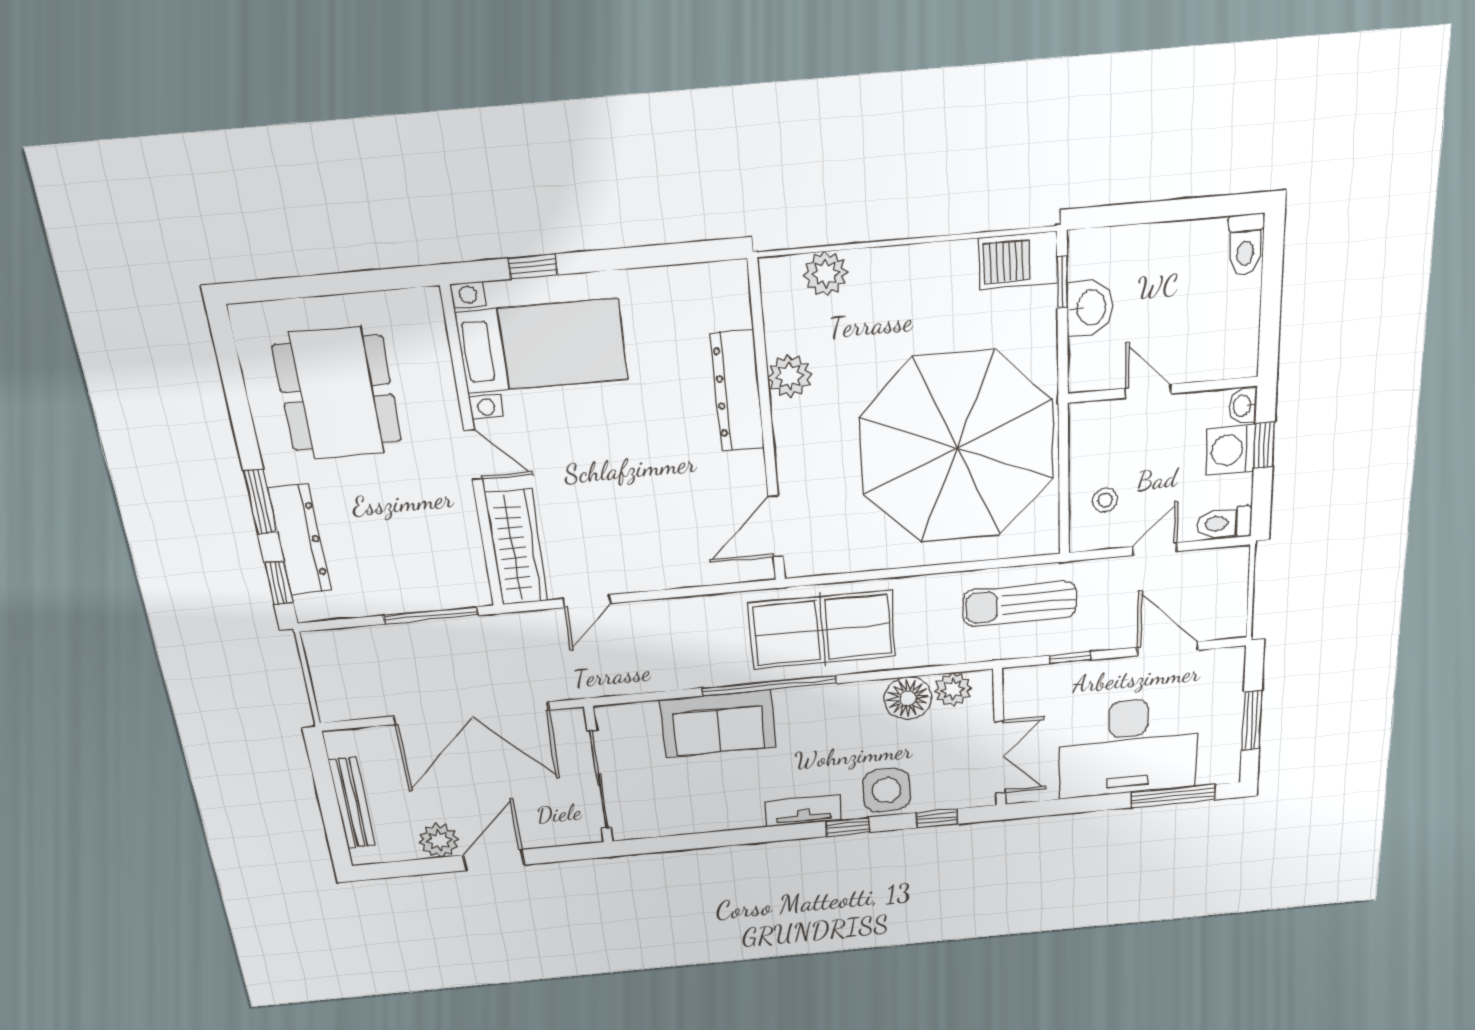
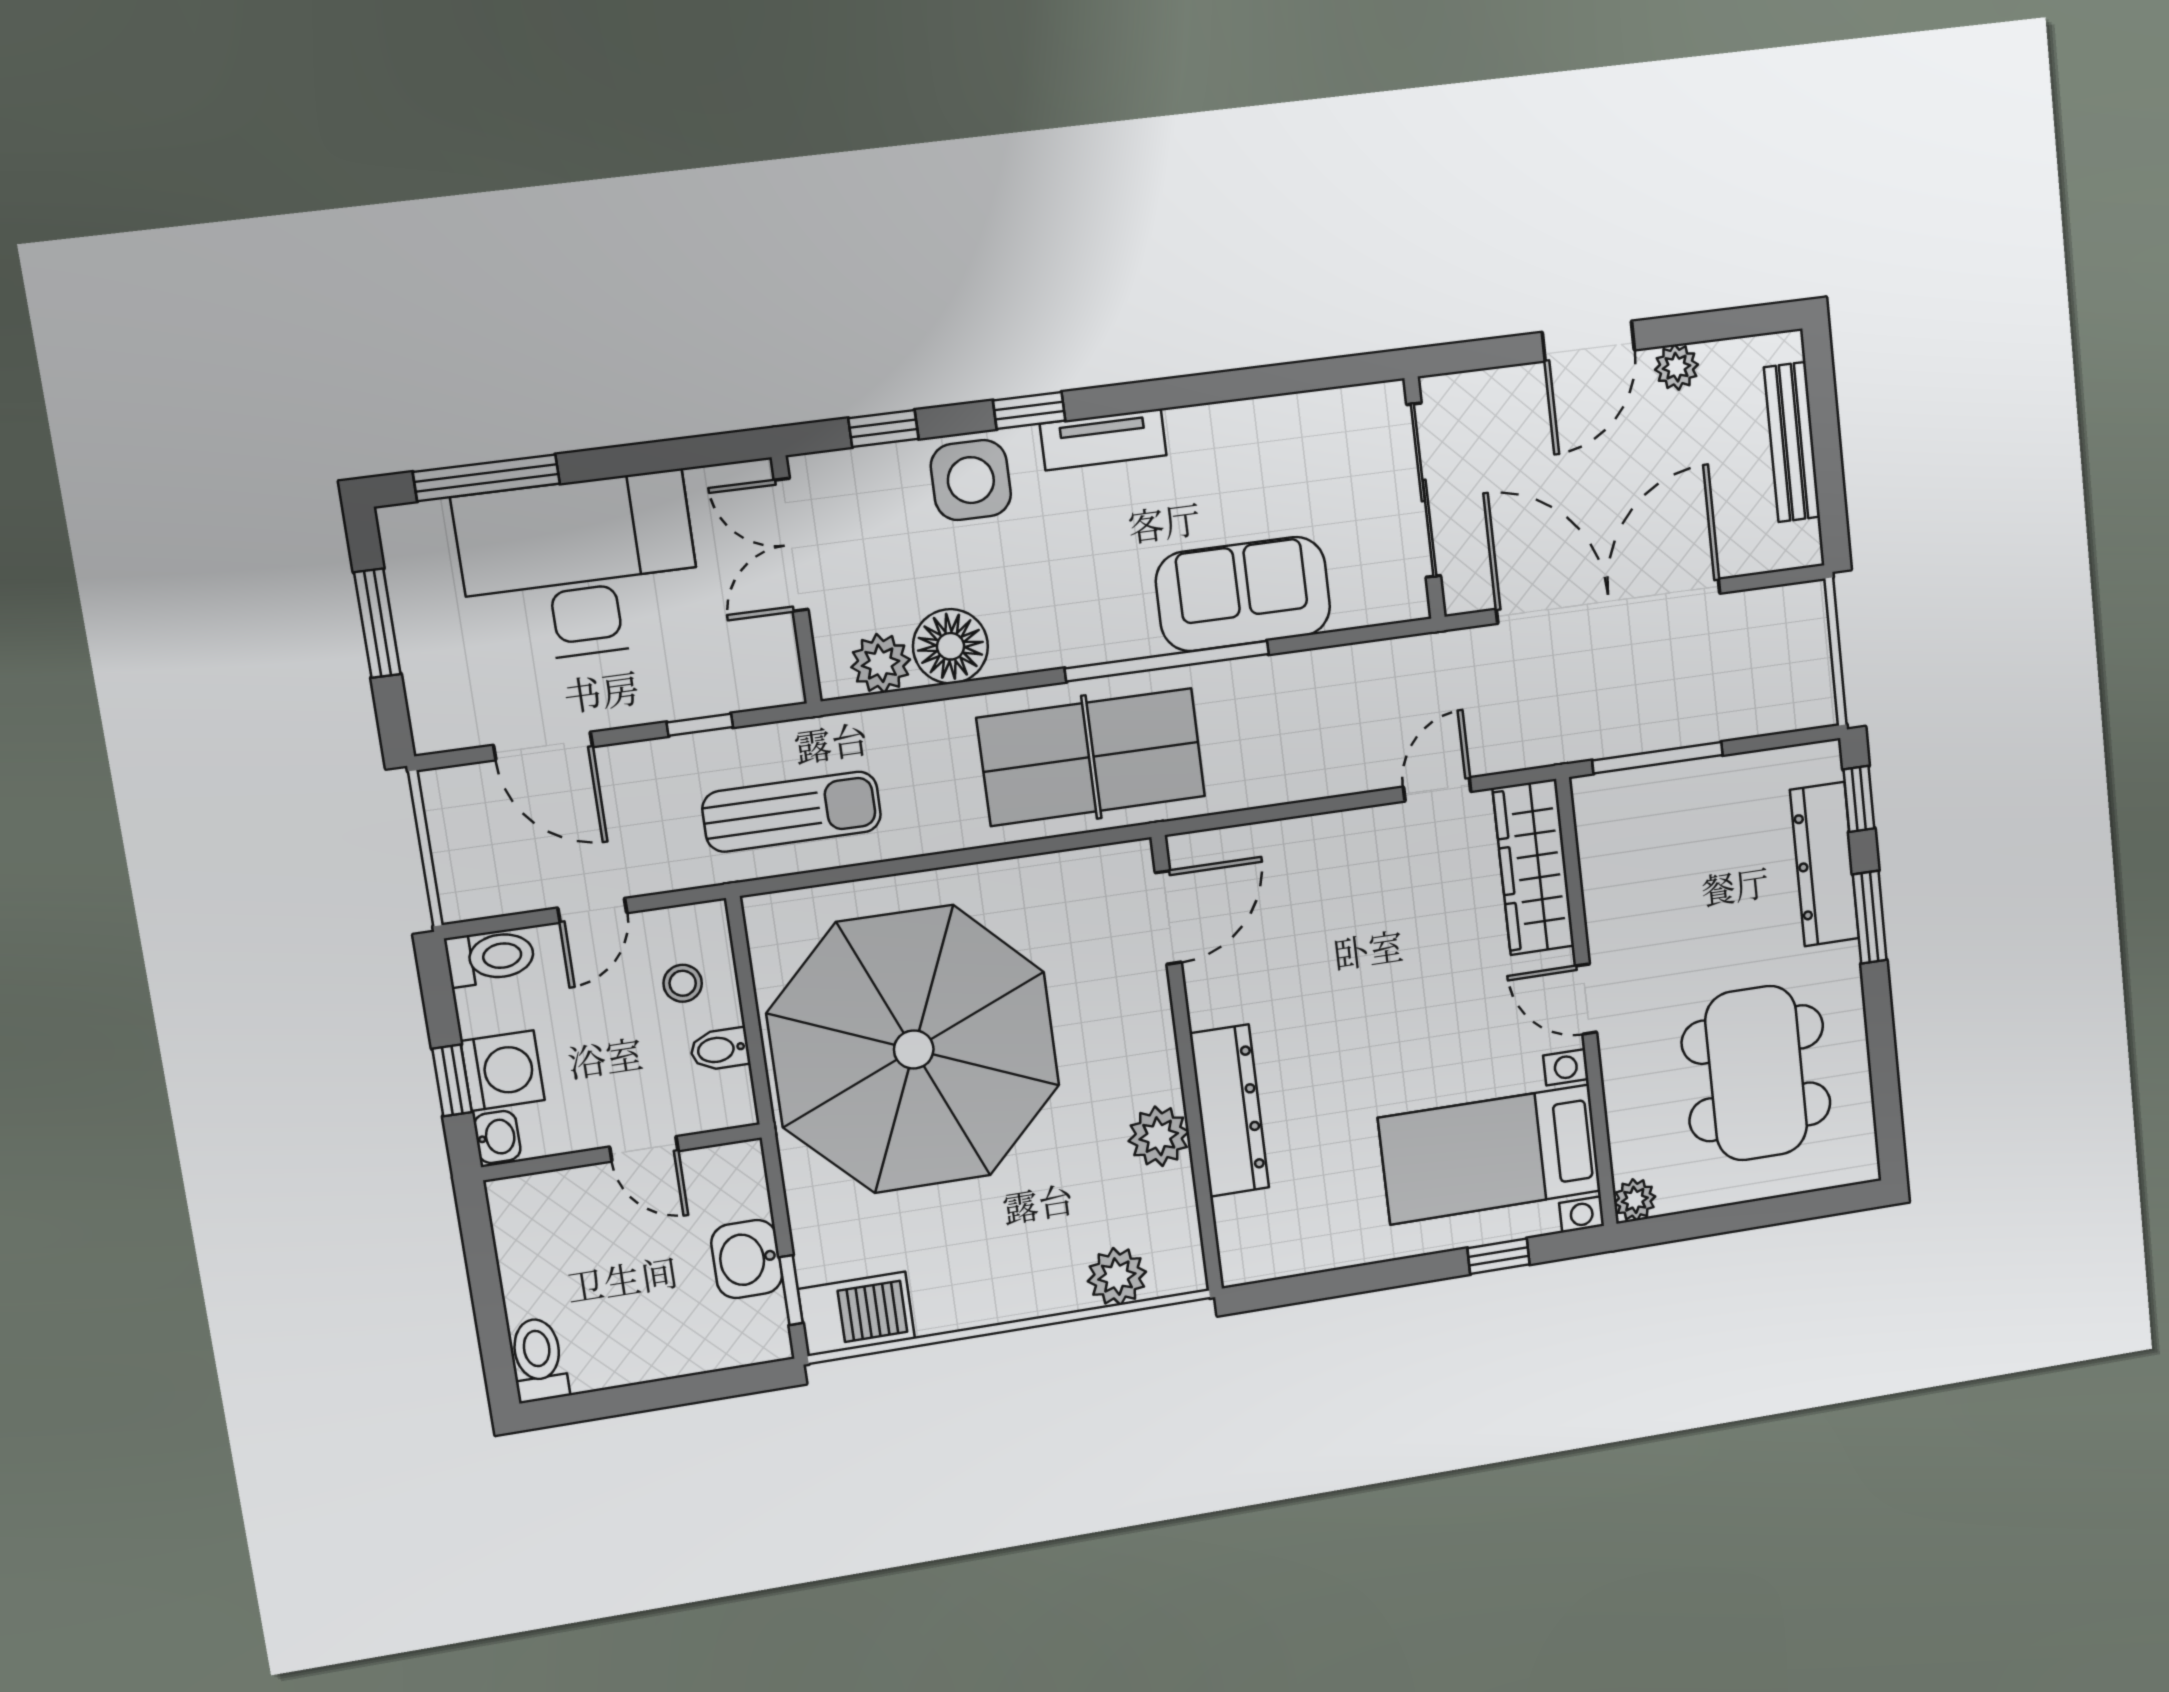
plant: (426, 303) -> (1635, 1200), added
bidet: (1087, 455) -> (720, 1049), added
plant: (439, 840) -> (1677, 367), width x0.73, depth x0.73

